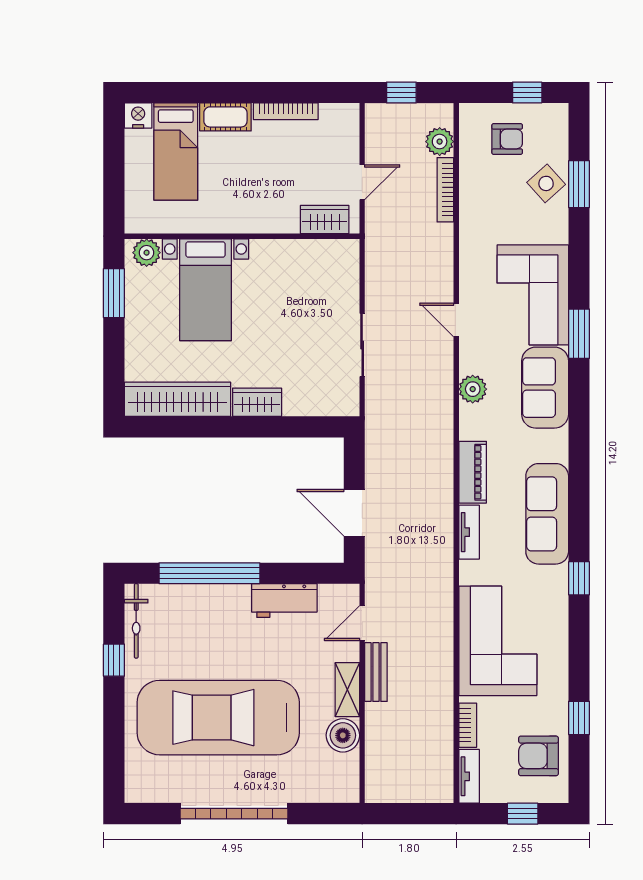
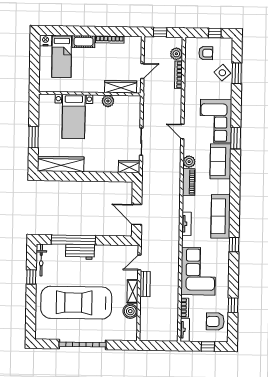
wardrobe: (325, 219) -> (121, 87), width x1.50
plant: (147, 253) -> (108, 101), moved
window: (114, 293) -> (34, 137), moved
wardrobe: (257, 402) -> (129, 166), moved
piano: (473, 472) -> (189, 182), moved
workbench: (284, 601) -> (80, 252), moved

